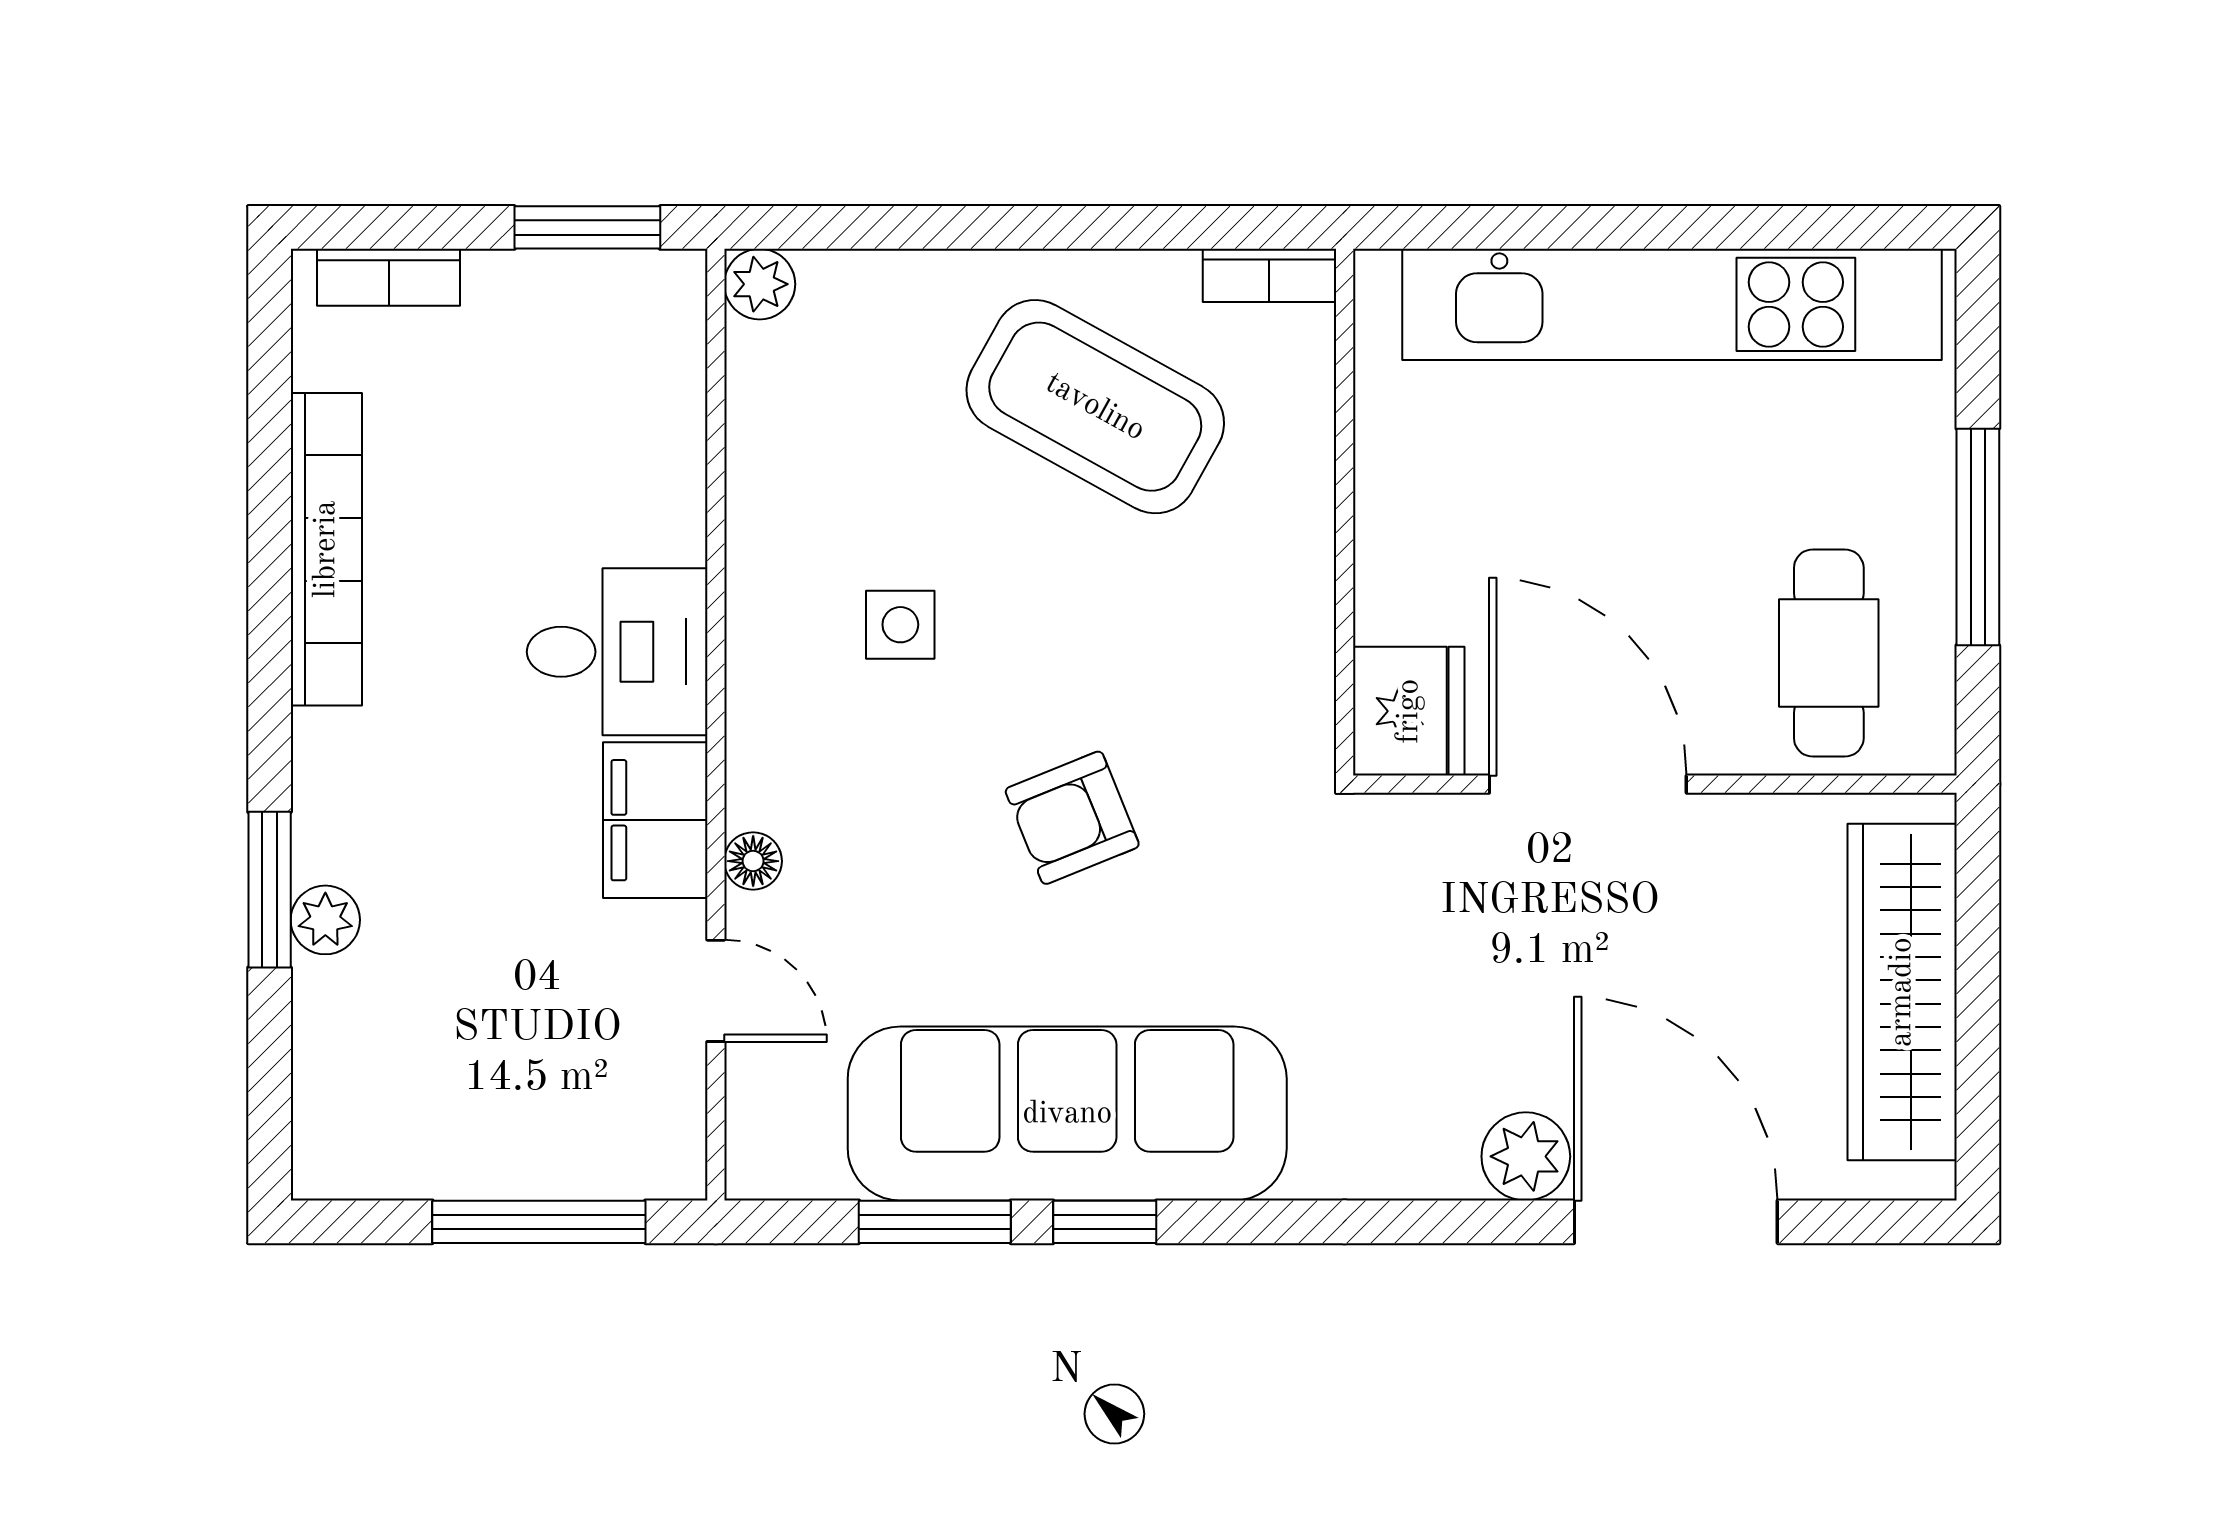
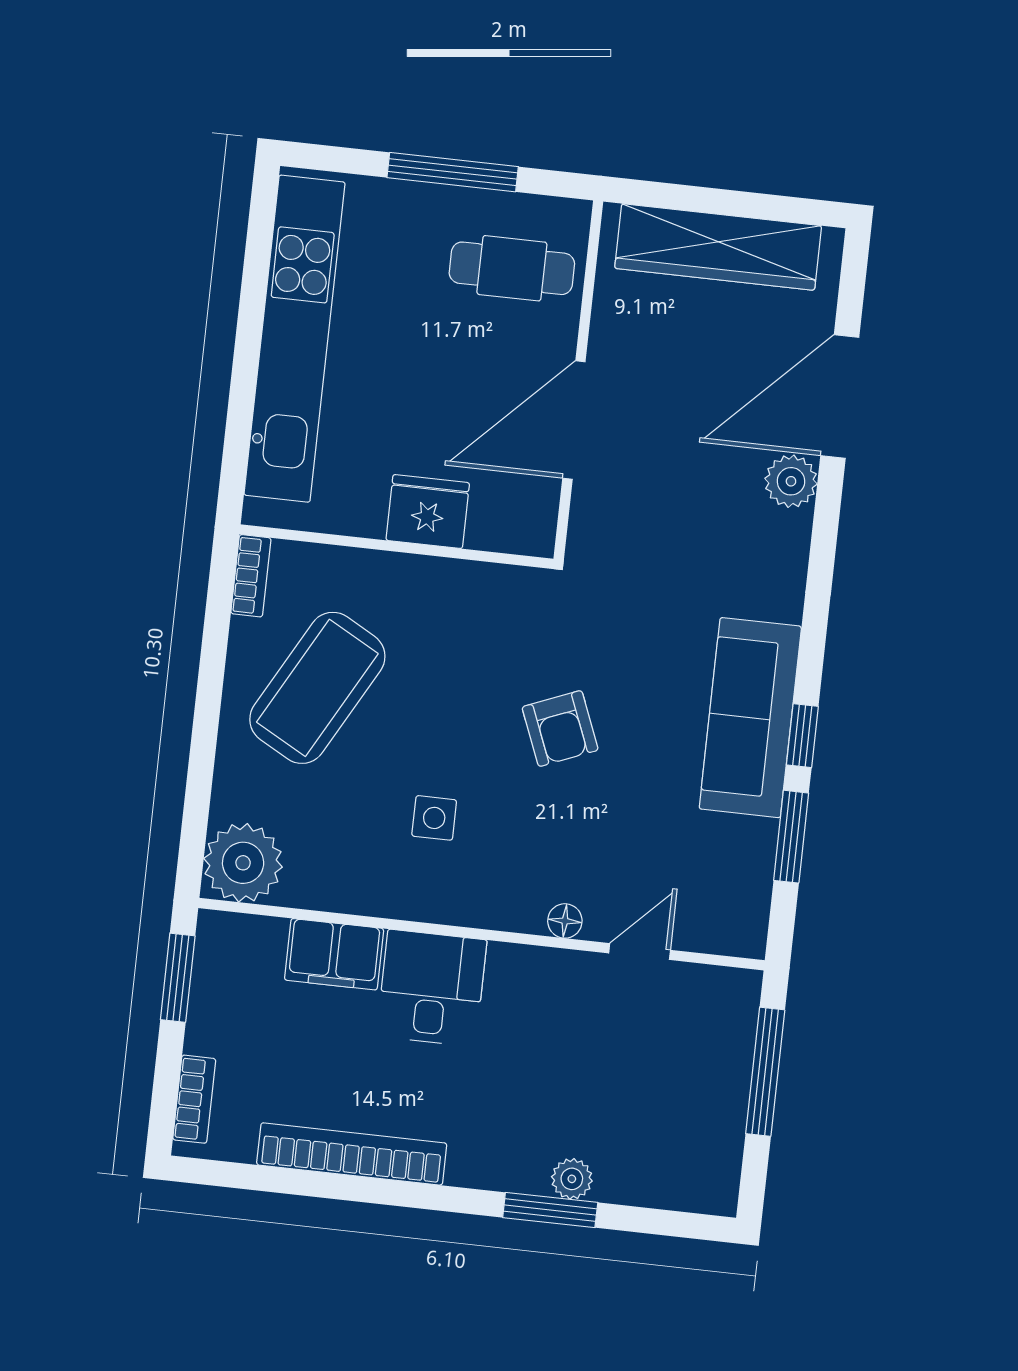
plant: (760, 284) -> (243, 863), width x1.87, depth x1.87
fridge: (1409, 711) -> (428, 512), moved
filing cabinet: (655, 820) -> (334, 954), moved
sofa: (1067, 1114) -> (750, 718), width x0.74, depth x0.79

